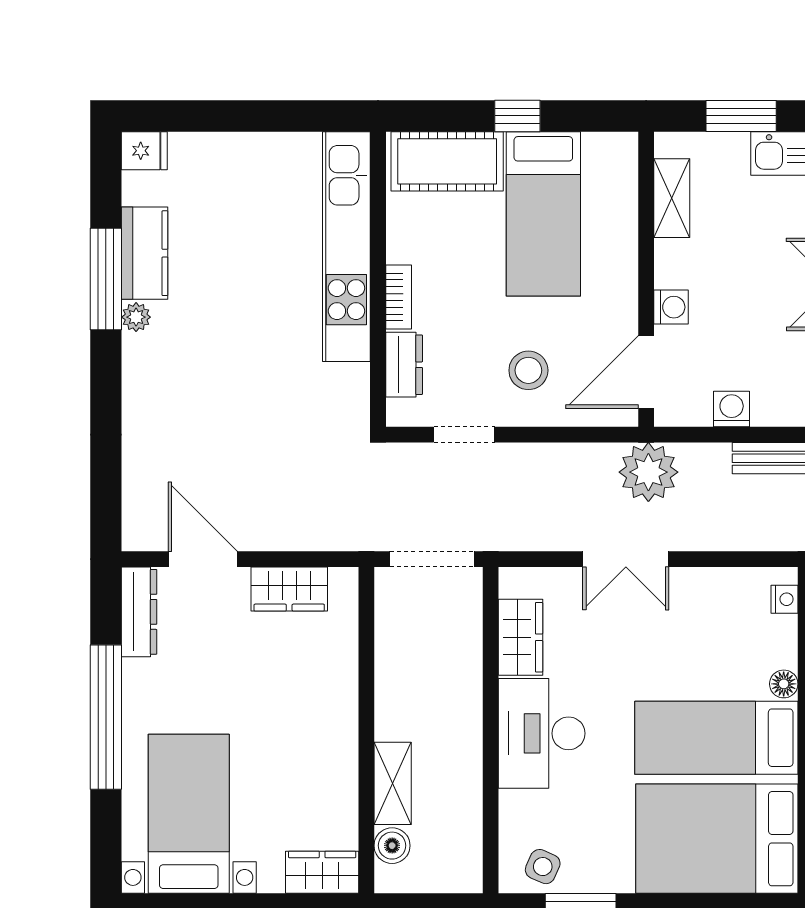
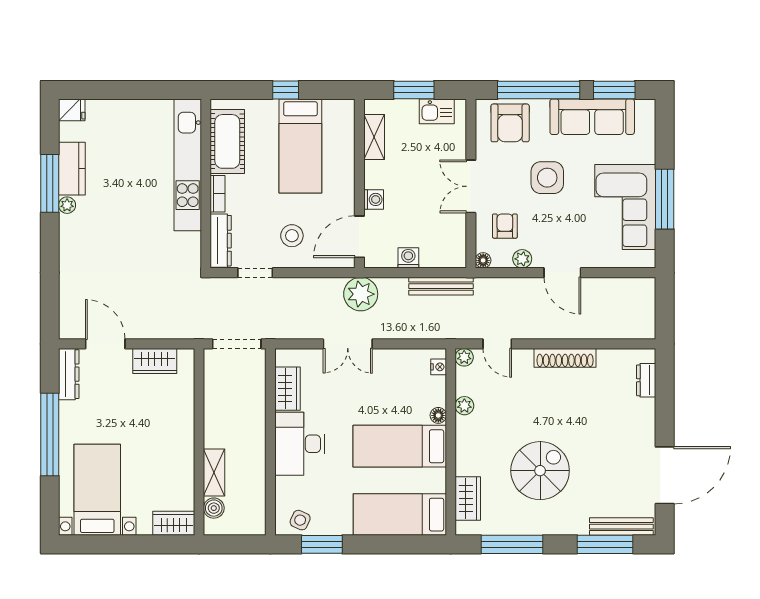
cot: (447, 161) -> (227, 141), moved, turned 90
dresser: (404, 365) -> (221, 241), width x1.44
bed: (717, 839) -> (400, 515), width x0.67

